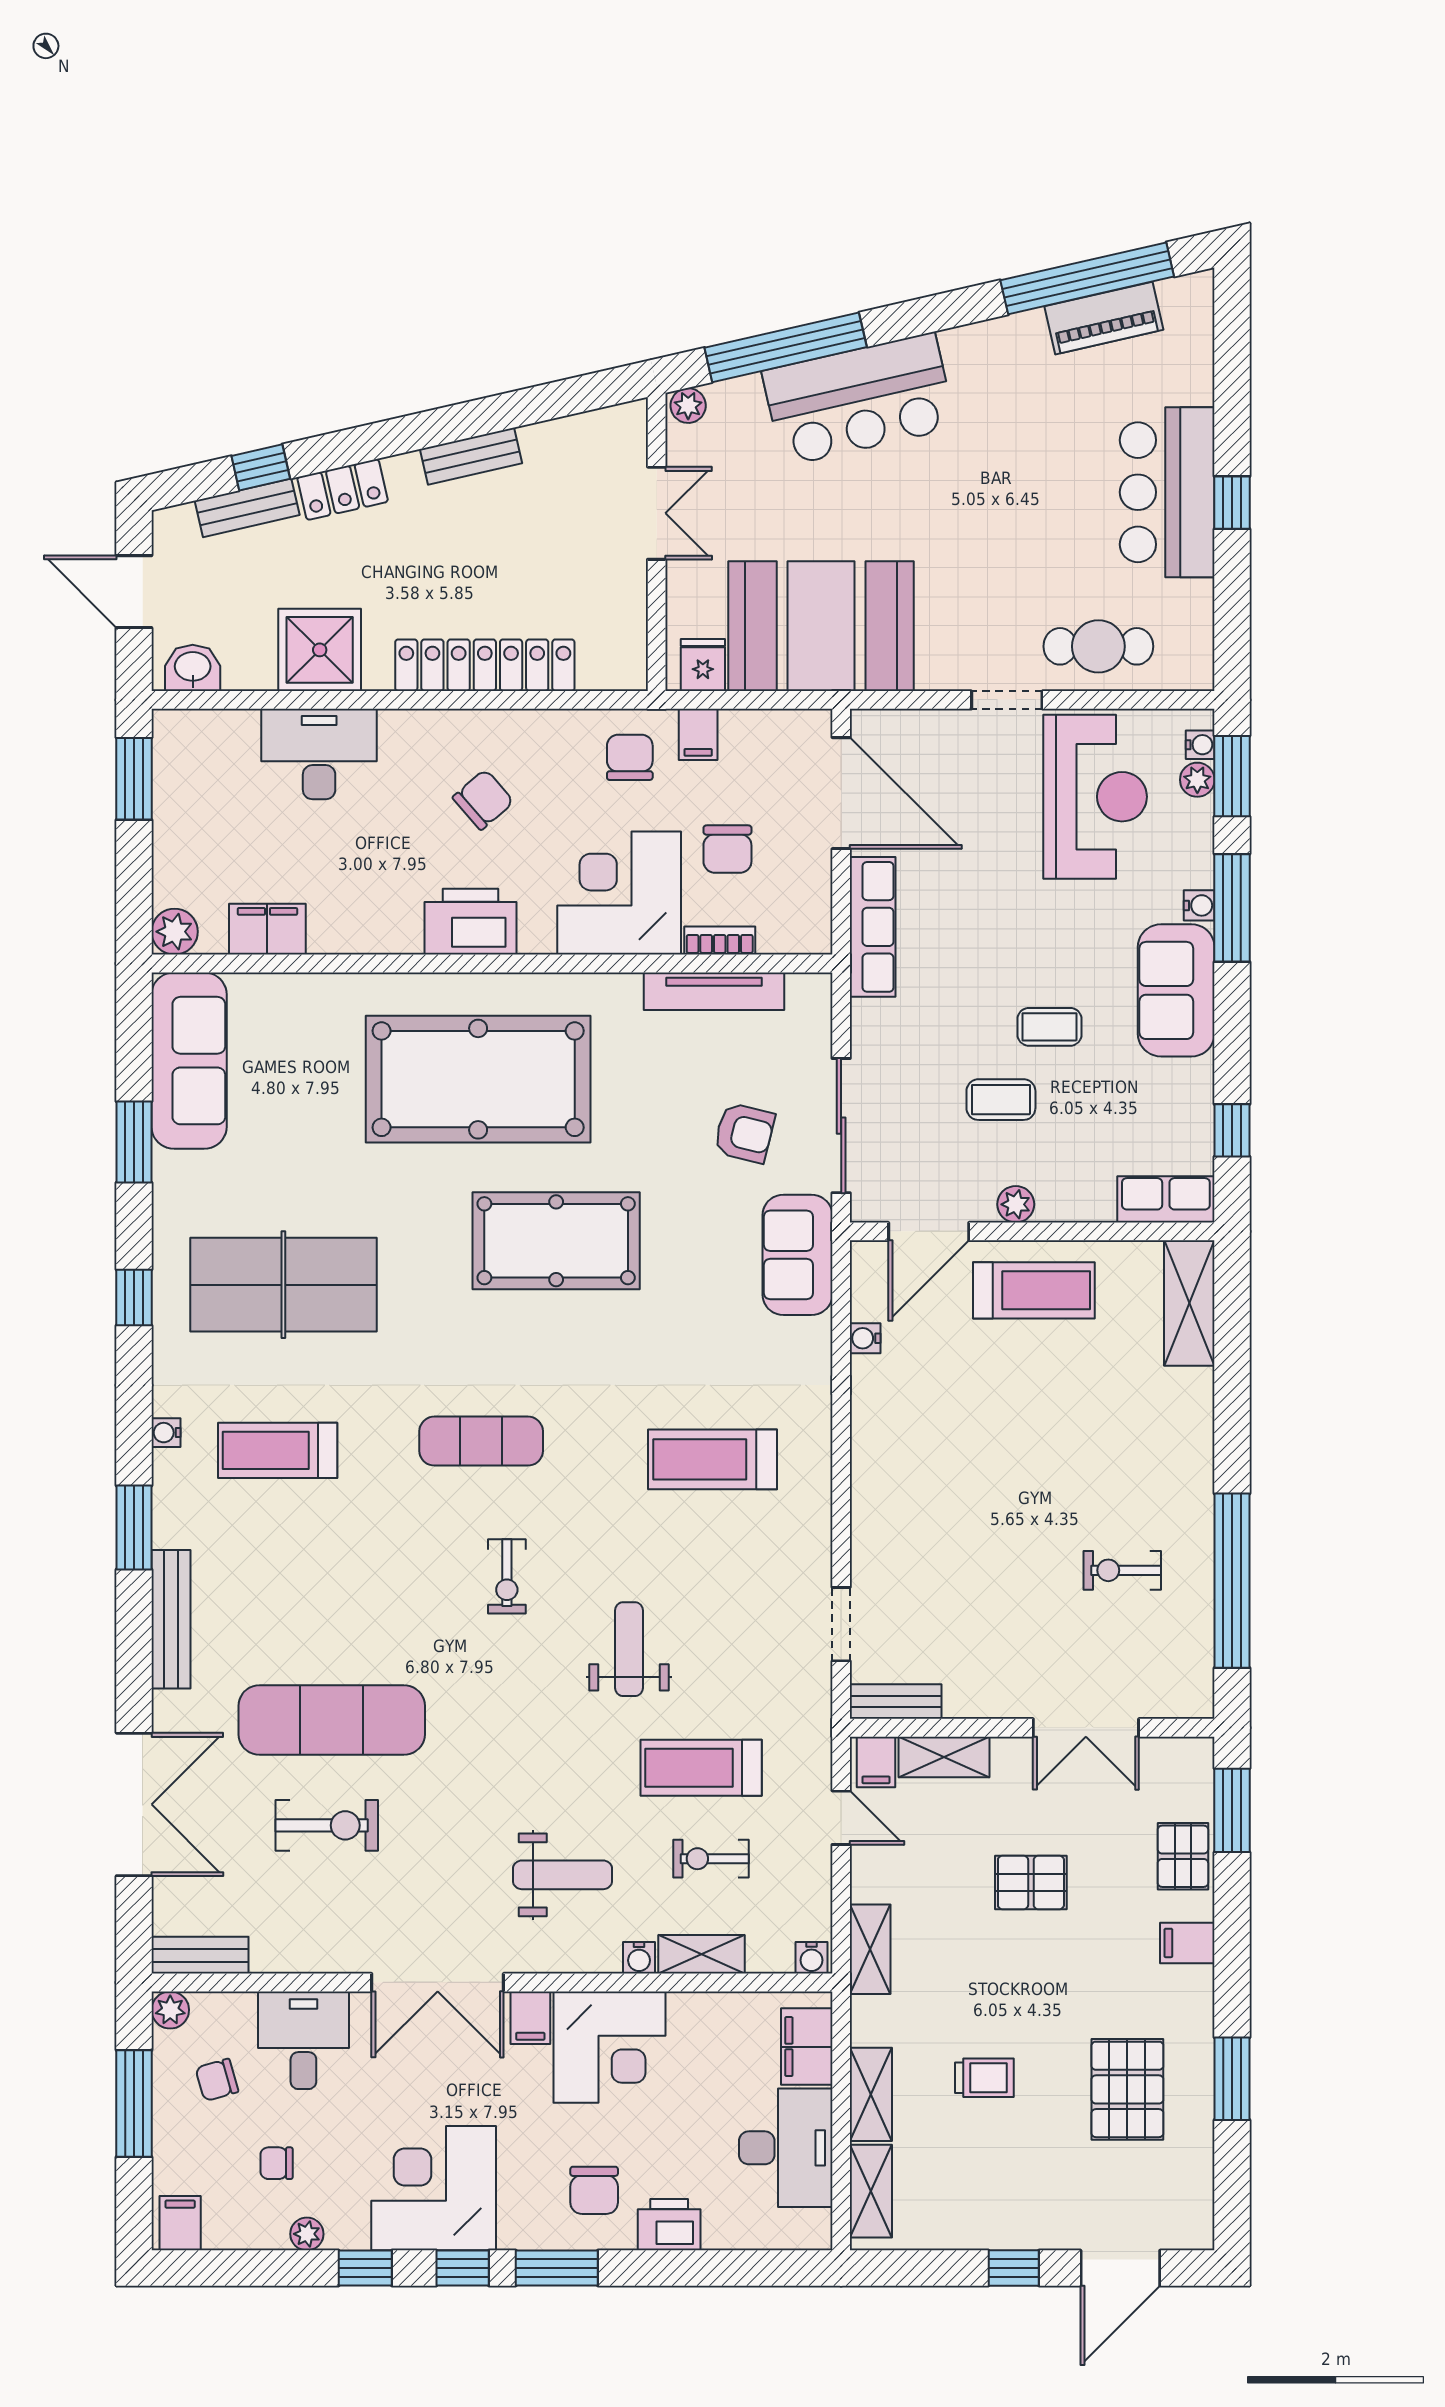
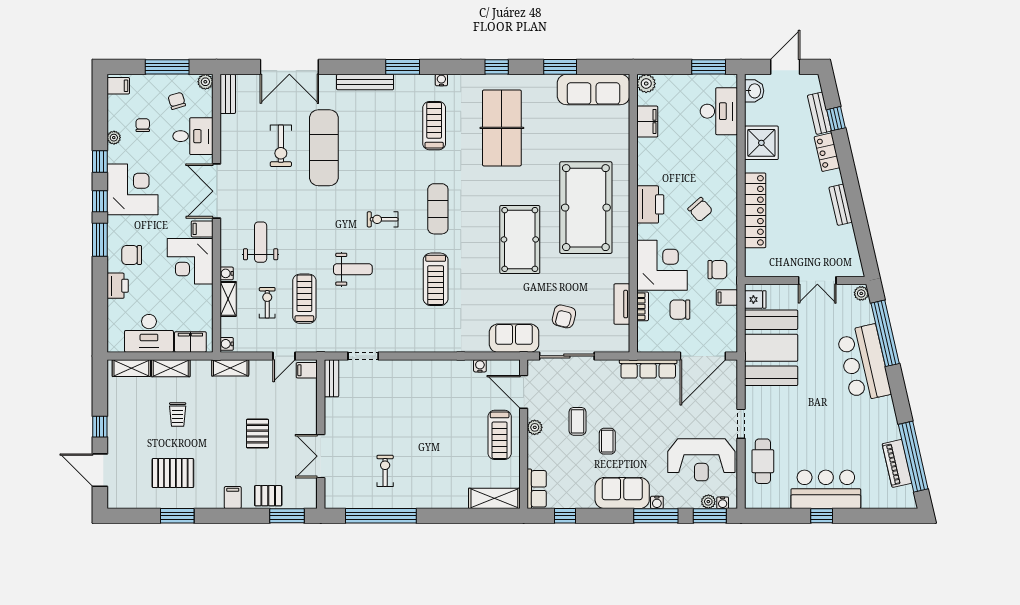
desk: (319, 754) -> (719, 111), moved
tv unit: (714, 991) -> (622, 304), width x0.71
treadmill: (713, 1459) -> (436, 279), moved, turned 180
shelving: (944, 1757) -> (309, 398), removed
weight bench: (562, 1875) -> (261, 242), turned 180

